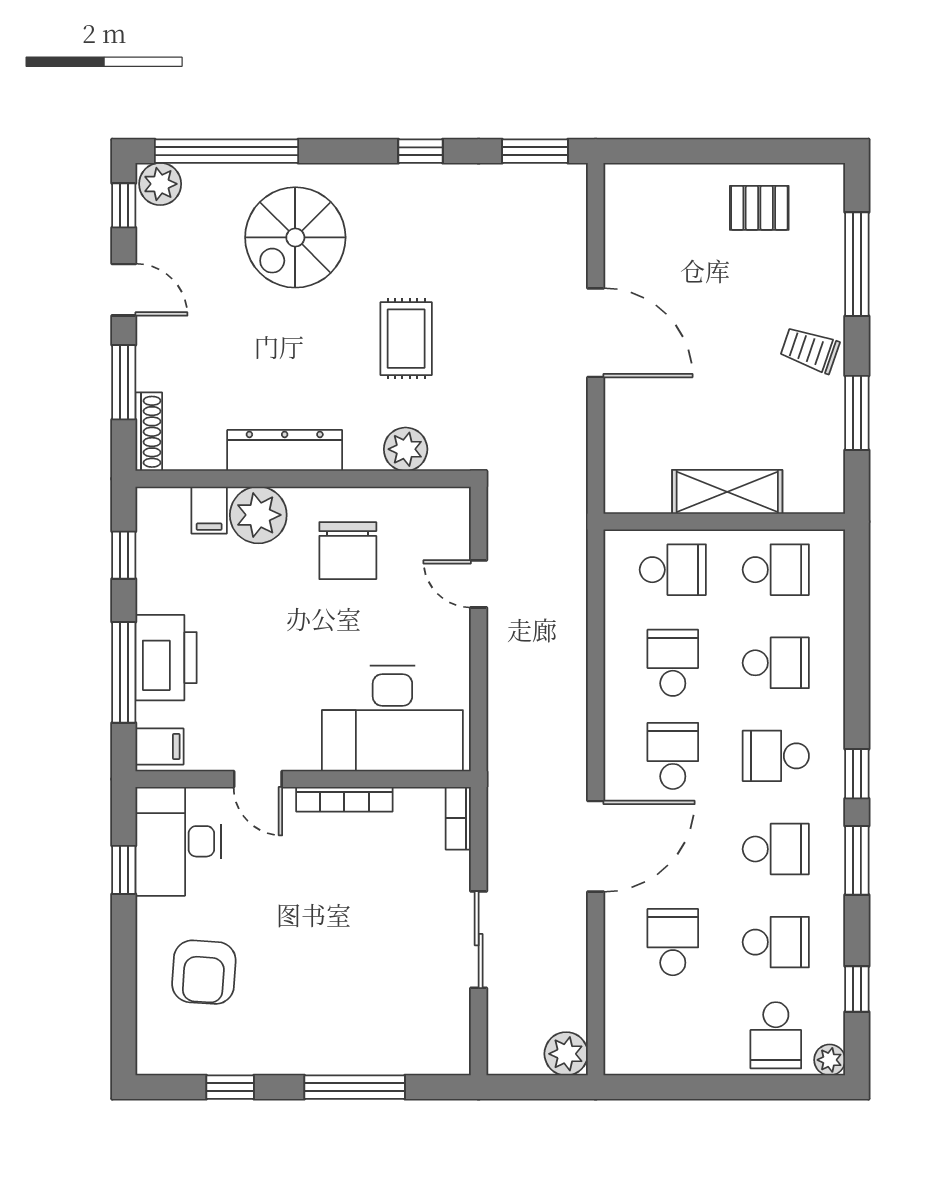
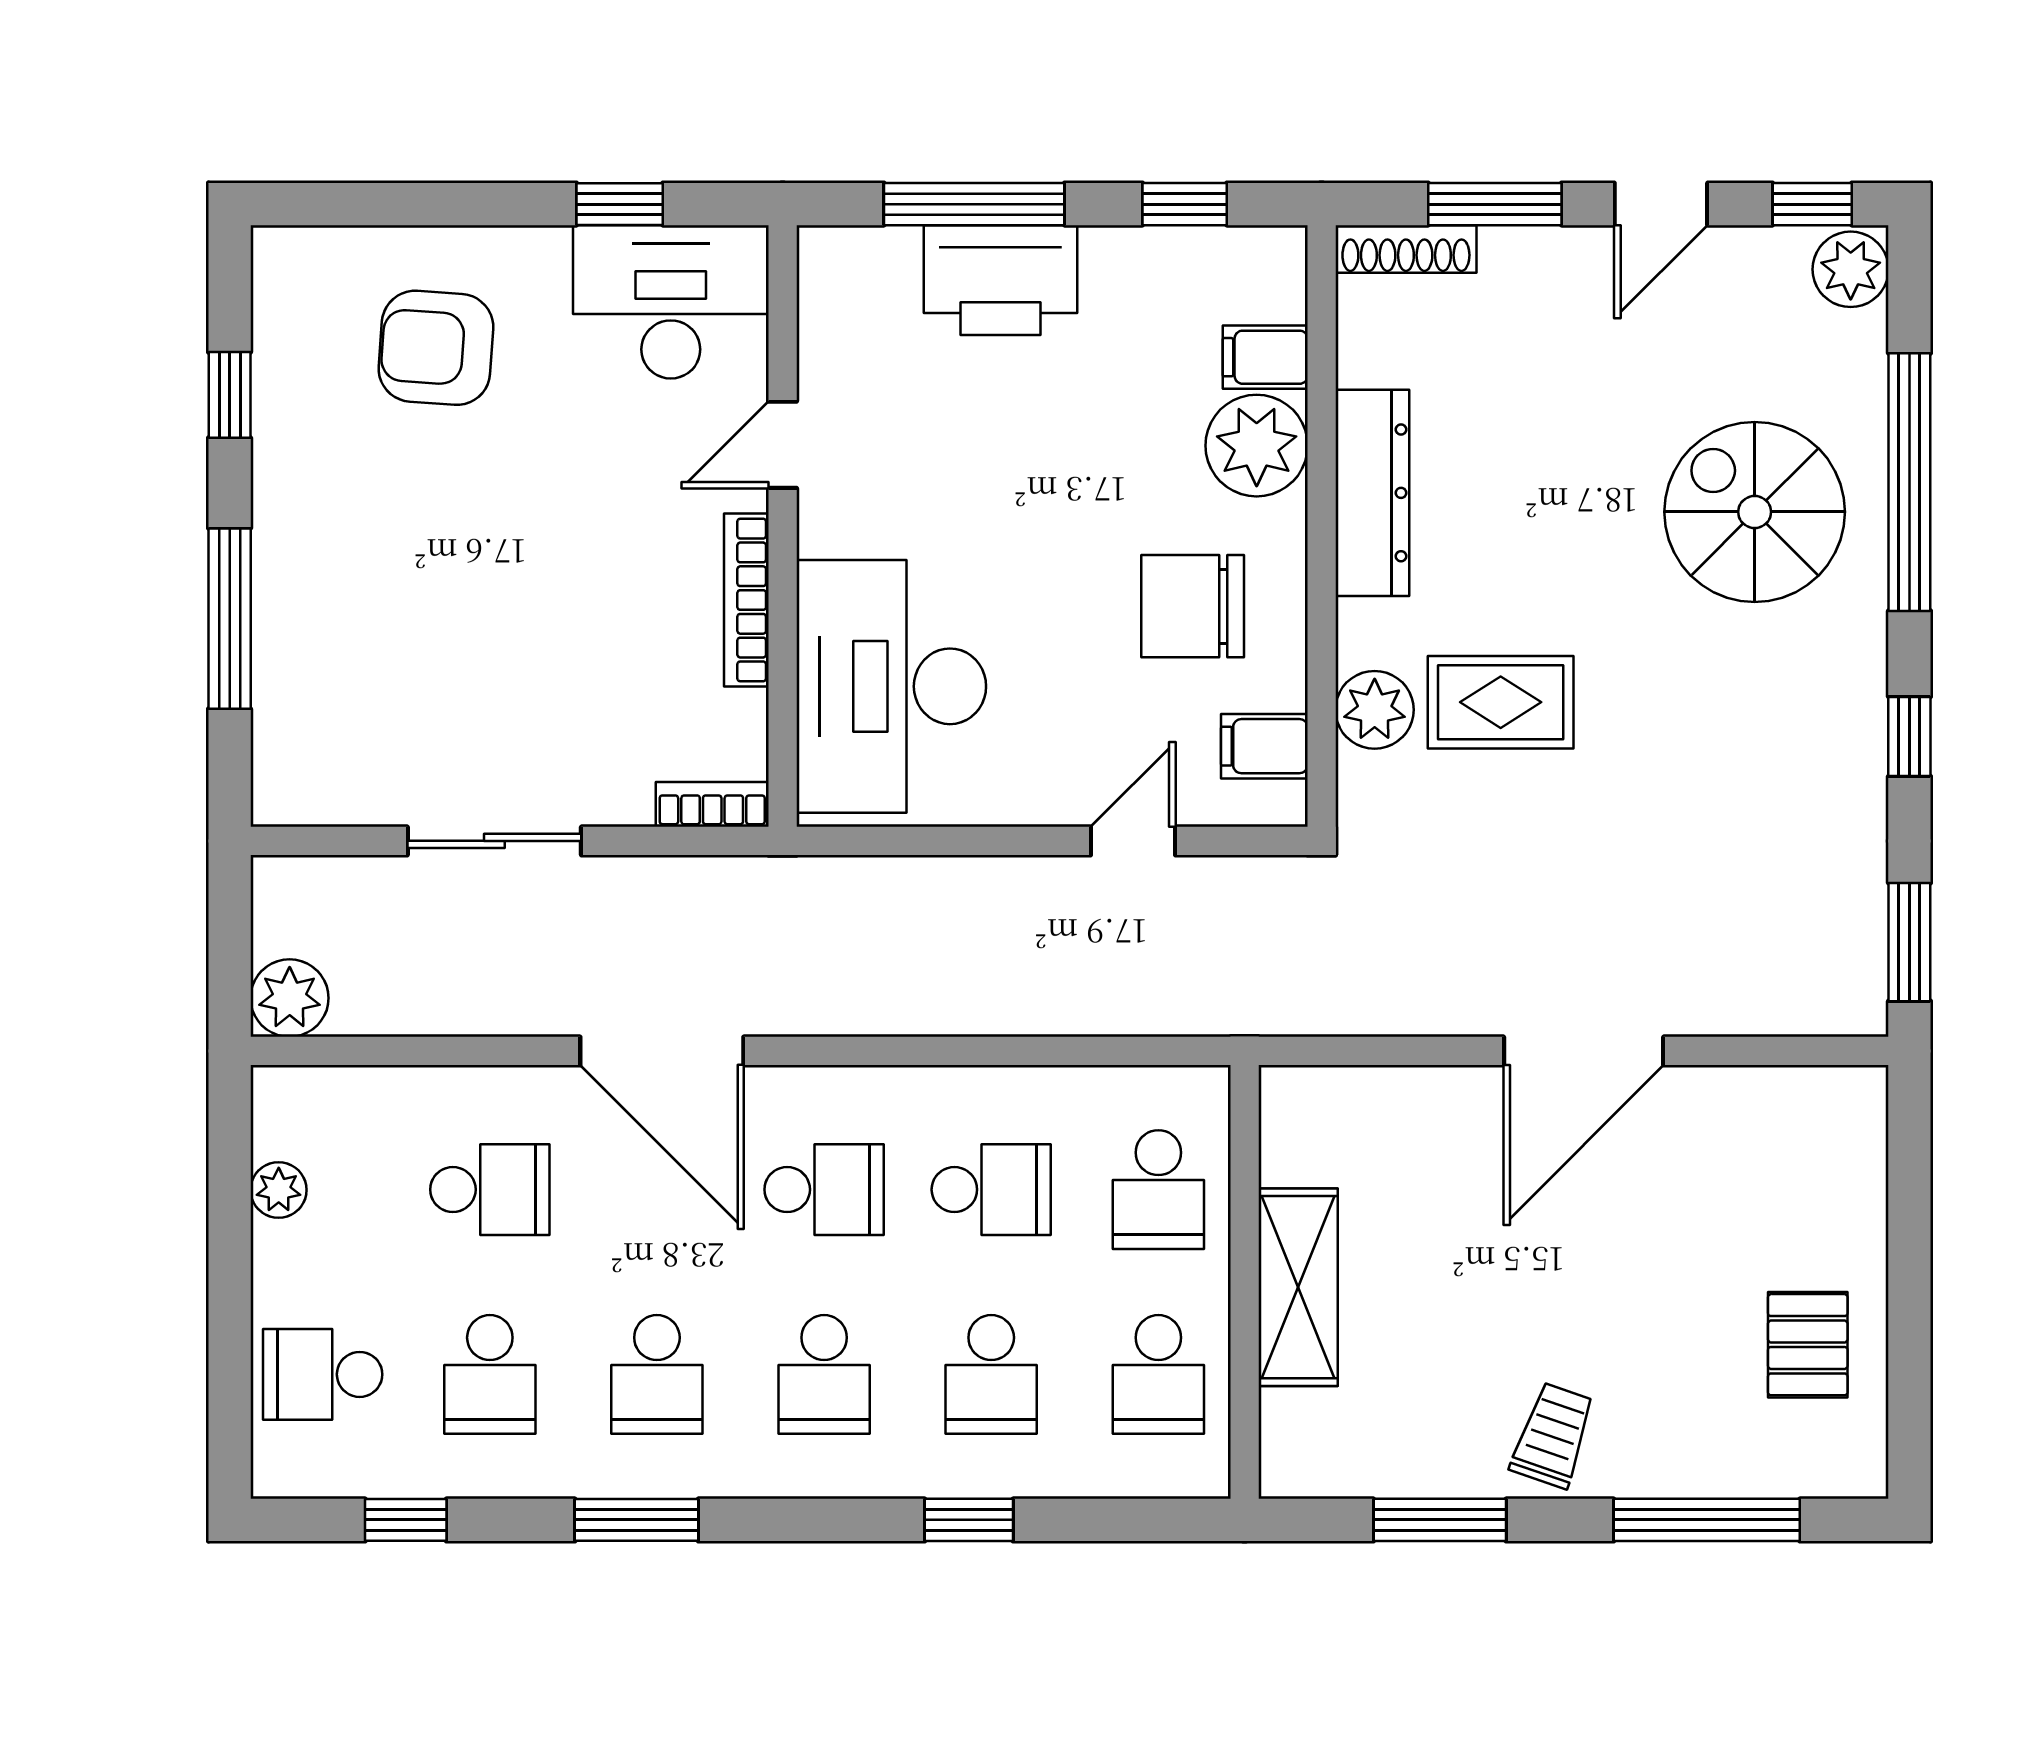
window: (227, 151) -> (1909, 482), moved
rug: (406, 339) -> (1501, 702), moved
filing cabinet: (159, 746) -> (1264, 746), moved, turned 90
school desk: (776, 756) -> (824, 1374), turned 180
window: (857, 774) -> (969, 1520), moved
plant: (830, 1060) -> (279, 1190), moved

